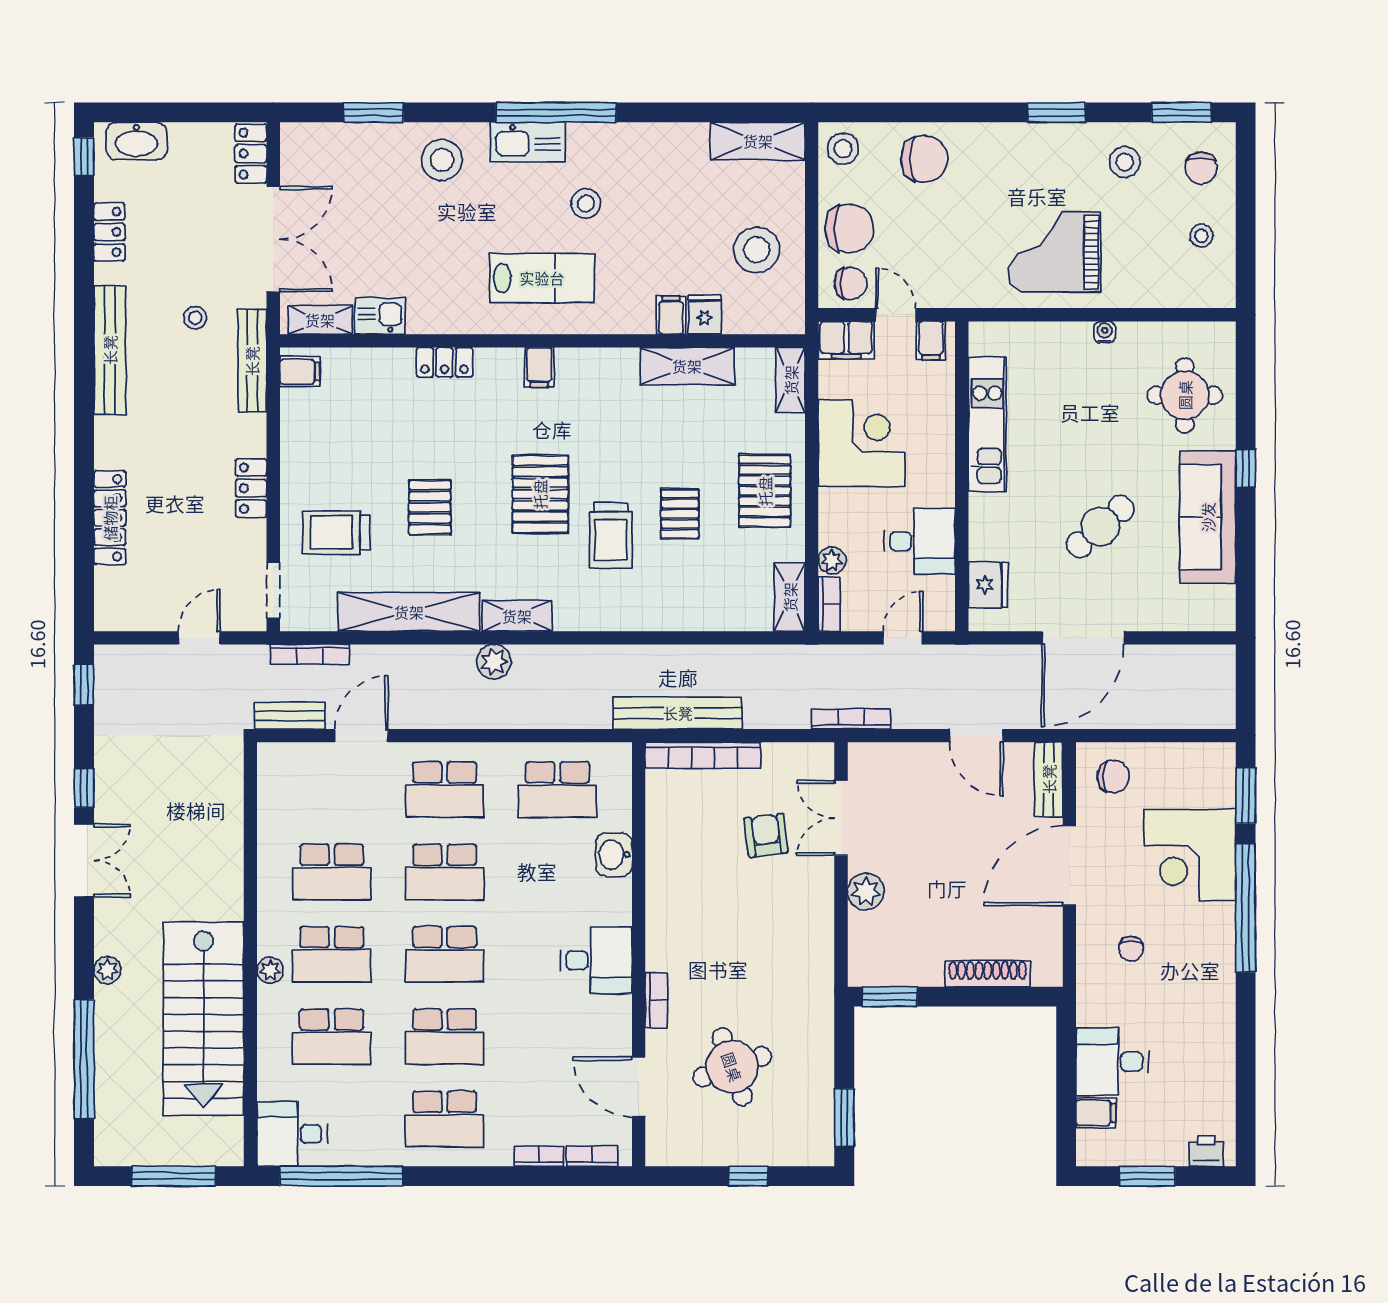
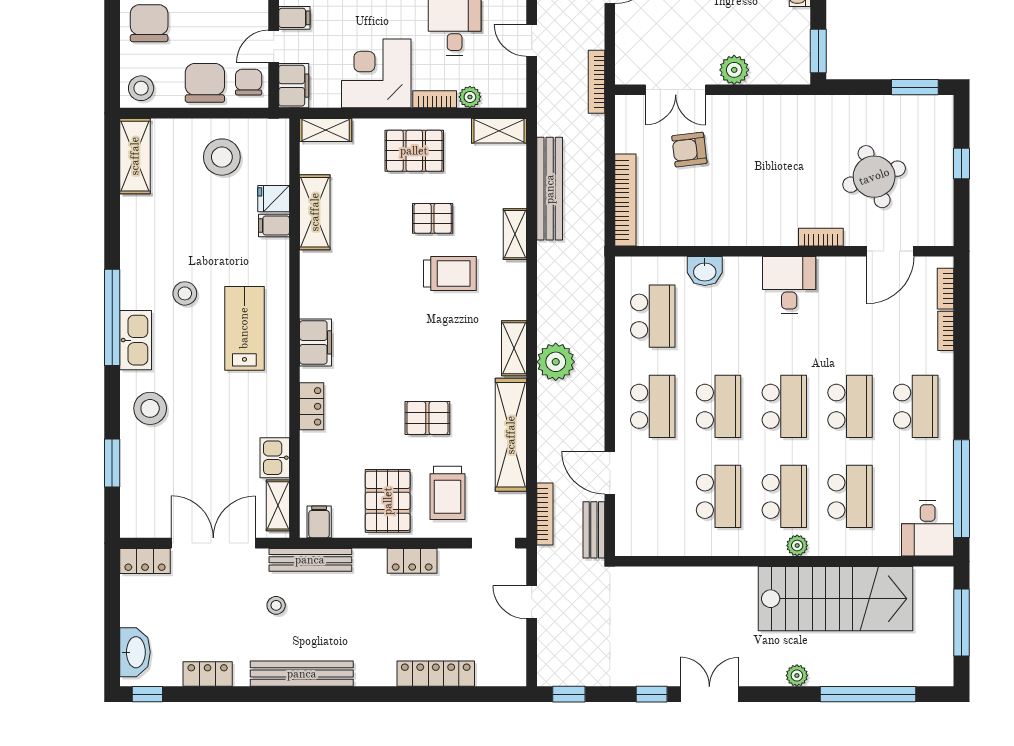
filing cabinet: (539, 367) -> (316, 342), width x2.00
pallet: (540, 494) -> (388, 501), moved, turned 90
bookcase: (829, 604) -> (435, 99), moved
shelving: (660, 617) -> (515, 234), added
plant: (494, 662) -> (556, 362), width x1.36, depth x1.36
bench: (678, 713) -> (550, 189), moved

